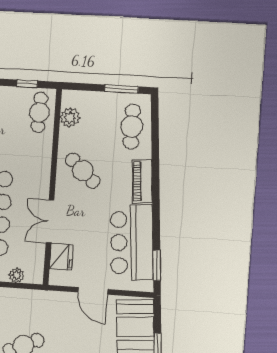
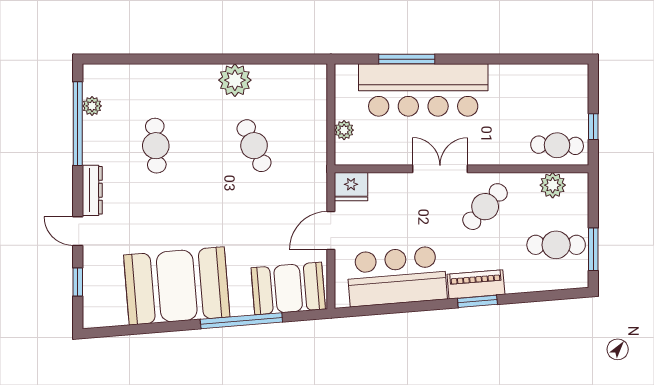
cafe table: (132, 127) -> (556, 245), moved
double door: (50, 221) -> (440, 169), moved
fridge: (61, 257) -> (351, 187), moved
window: (157, 265) -> (477, 301), moved

